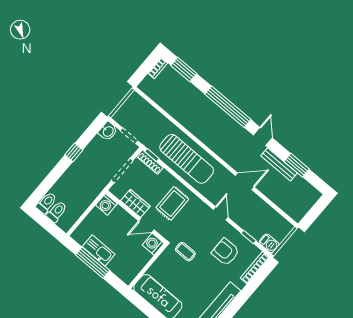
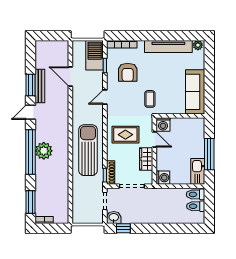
plant: (219, 119) -> (44, 151), added
window: (74, 152) -> (123, 228), moved
window: (297, 165) -> (31, 85), moved
door: (245, 181) -> (70, 76), moved
toilet: (46, 203) -> (195, 194), moved
barbecue: (269, 243) -> (95, 55), width x1.88, depth x1.53
kitchen sink: (99, 250) -> (198, 171), moved

